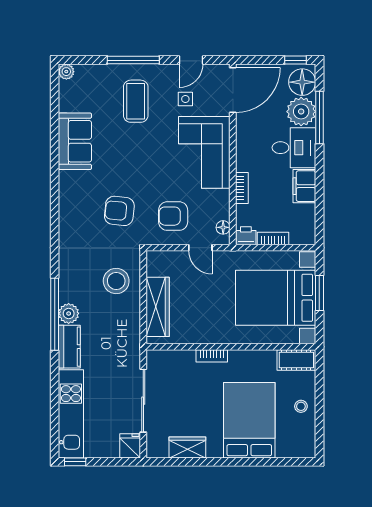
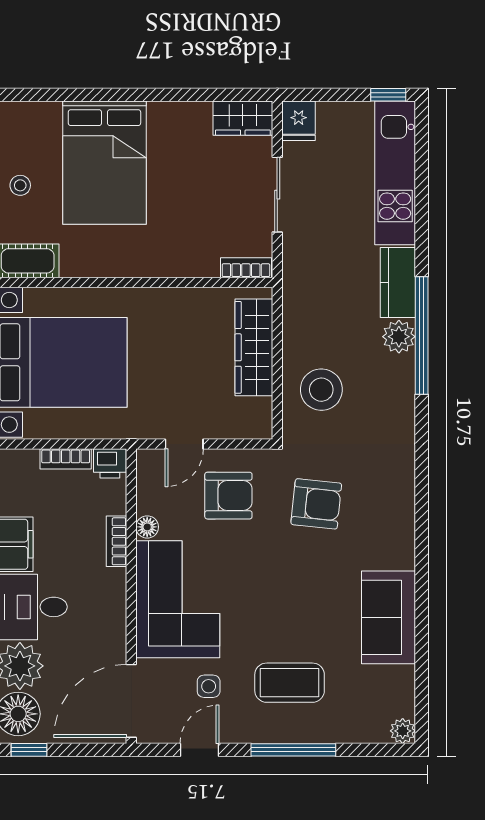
coffee table: (136, 101) -> (290, 683), turned 90
floor lamp: (223, 227) -> (147, 527), moved
door: (200, 248) -> (184, 444), swing flipped
bookcase: (212, 356) -> (246, 268), moved
sliding door: (143, 401) -> (277, 195), width x0.73
wardrobe: (187, 448) -> (243, 118), moved

